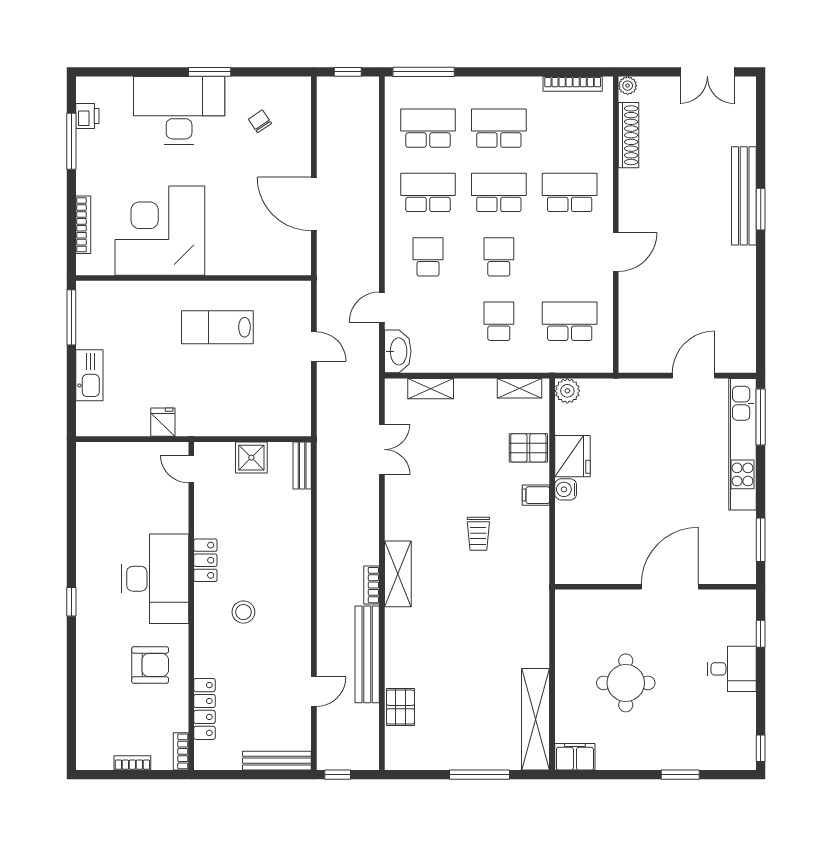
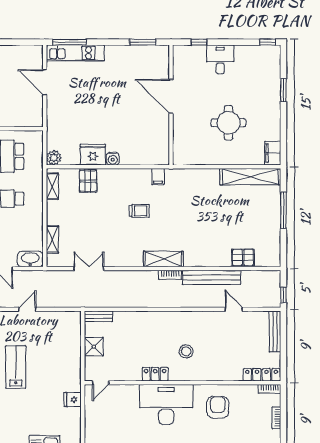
lab bench: (217, 327) -> (16, 367), turned 180
kitchen unit: (742, 444) -> (75, 53), width x0.73
filing cabinet: (536, 495) -> (158, 176), moved
locker: (204, 709) -> (262, 375), moved

